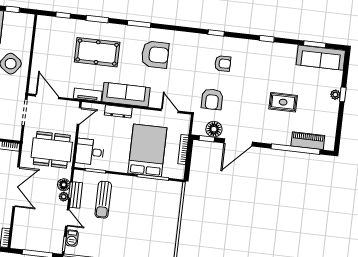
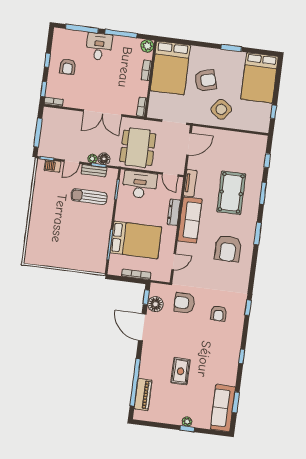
desk: (90, 152) -> (140, 185), width x1.37

